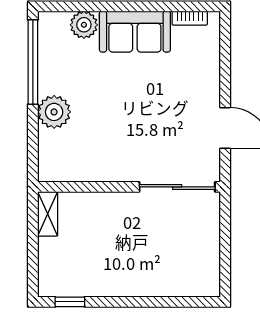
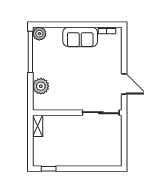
plant: (84, 25) -> (39, 34), moved
plant: (54, 112) -> (41, 86), moved

